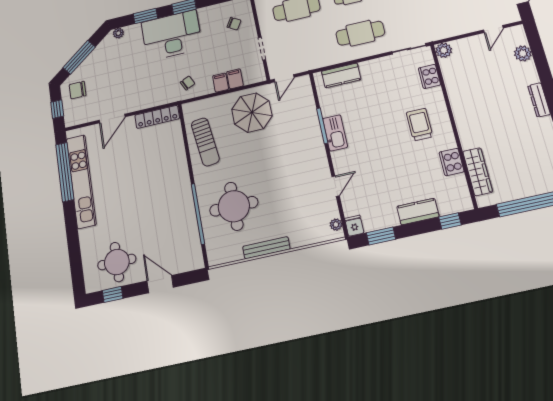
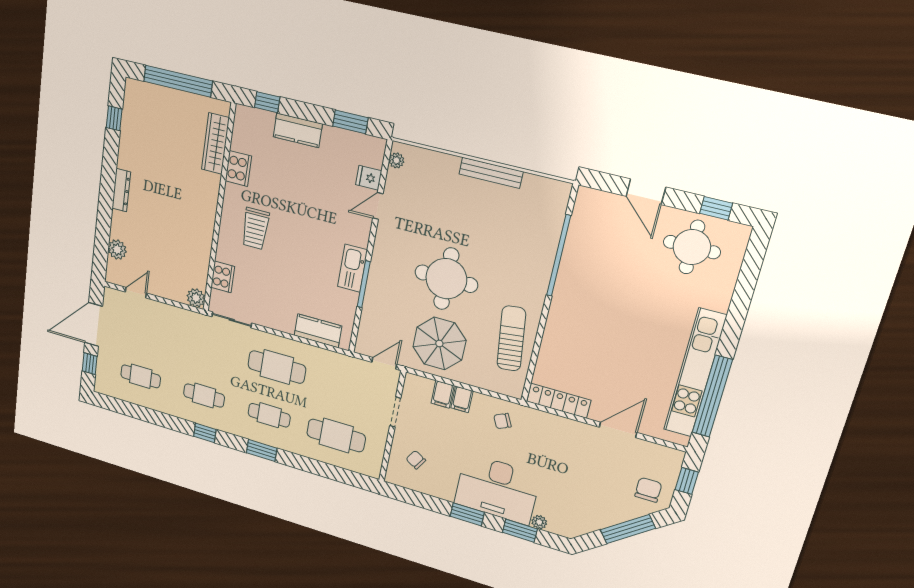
plant: (118, 33) -> (539, 522), moved
chair: (78, 90) -> (648, 490), turned -90
round table: (234, 206) -> (446, 279), moved
fridge: (354, 226) -> (369, 178), moved, turned 90

